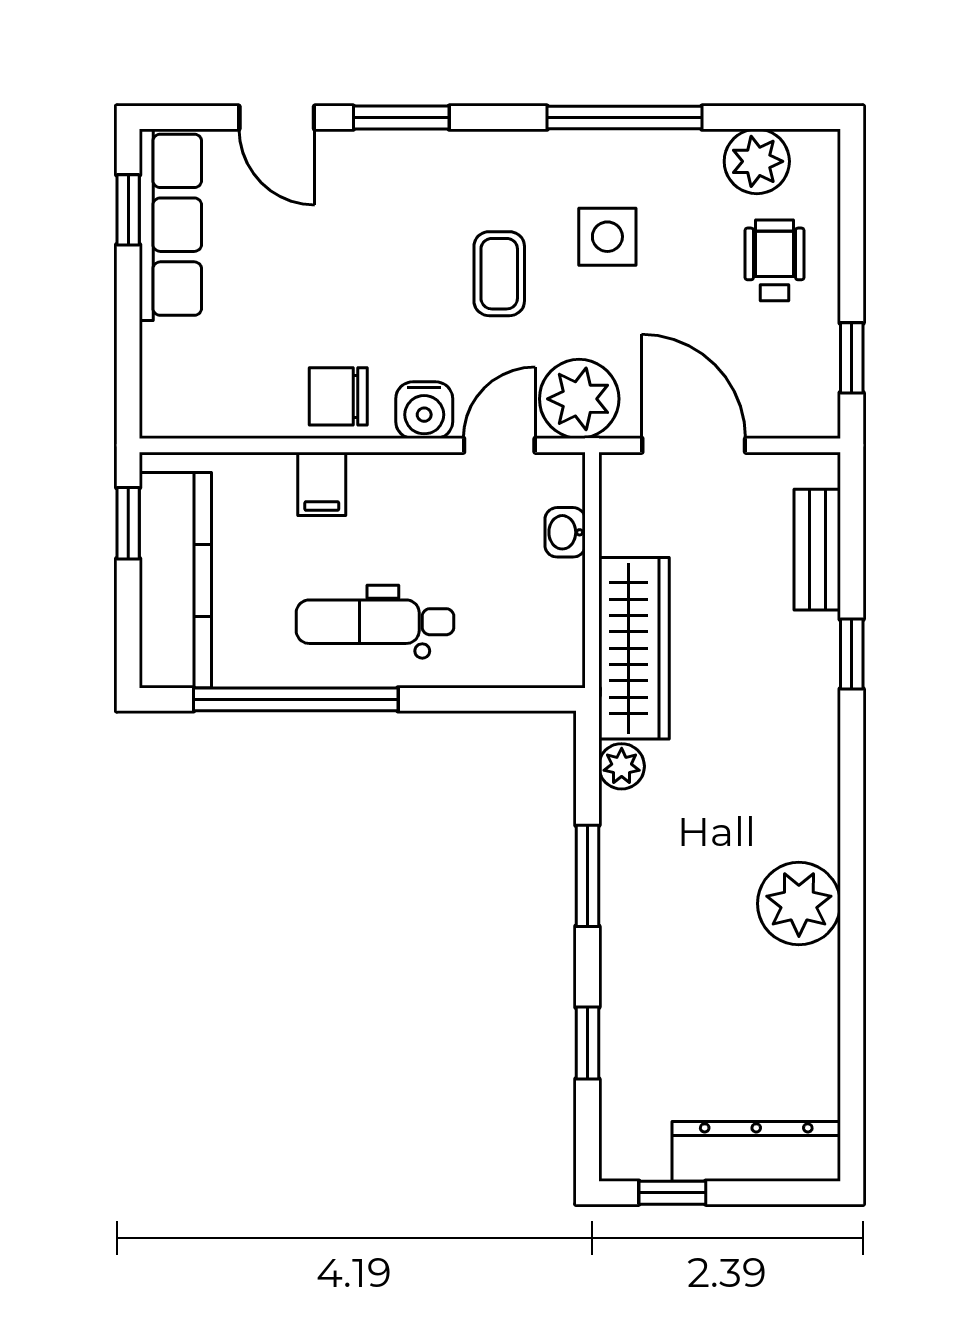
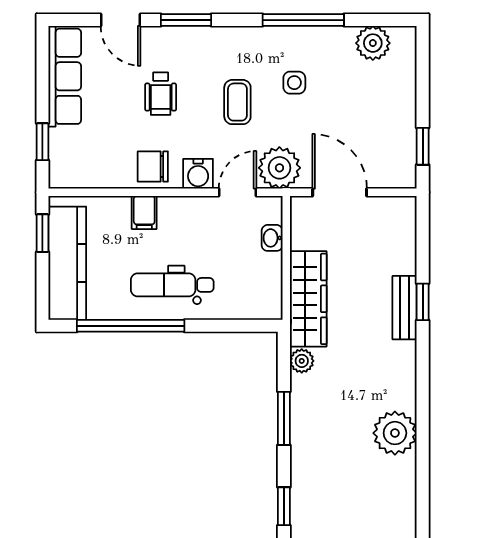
window: (128, 210) -> (42, 142), moved
side table: (607, 237) -> (294, 83), width x0.73, depth x0.73
wheelchair: (774, 260) -> (161, 94), moved, turned 180
bench: (817, 550) -> (405, 308), moved

